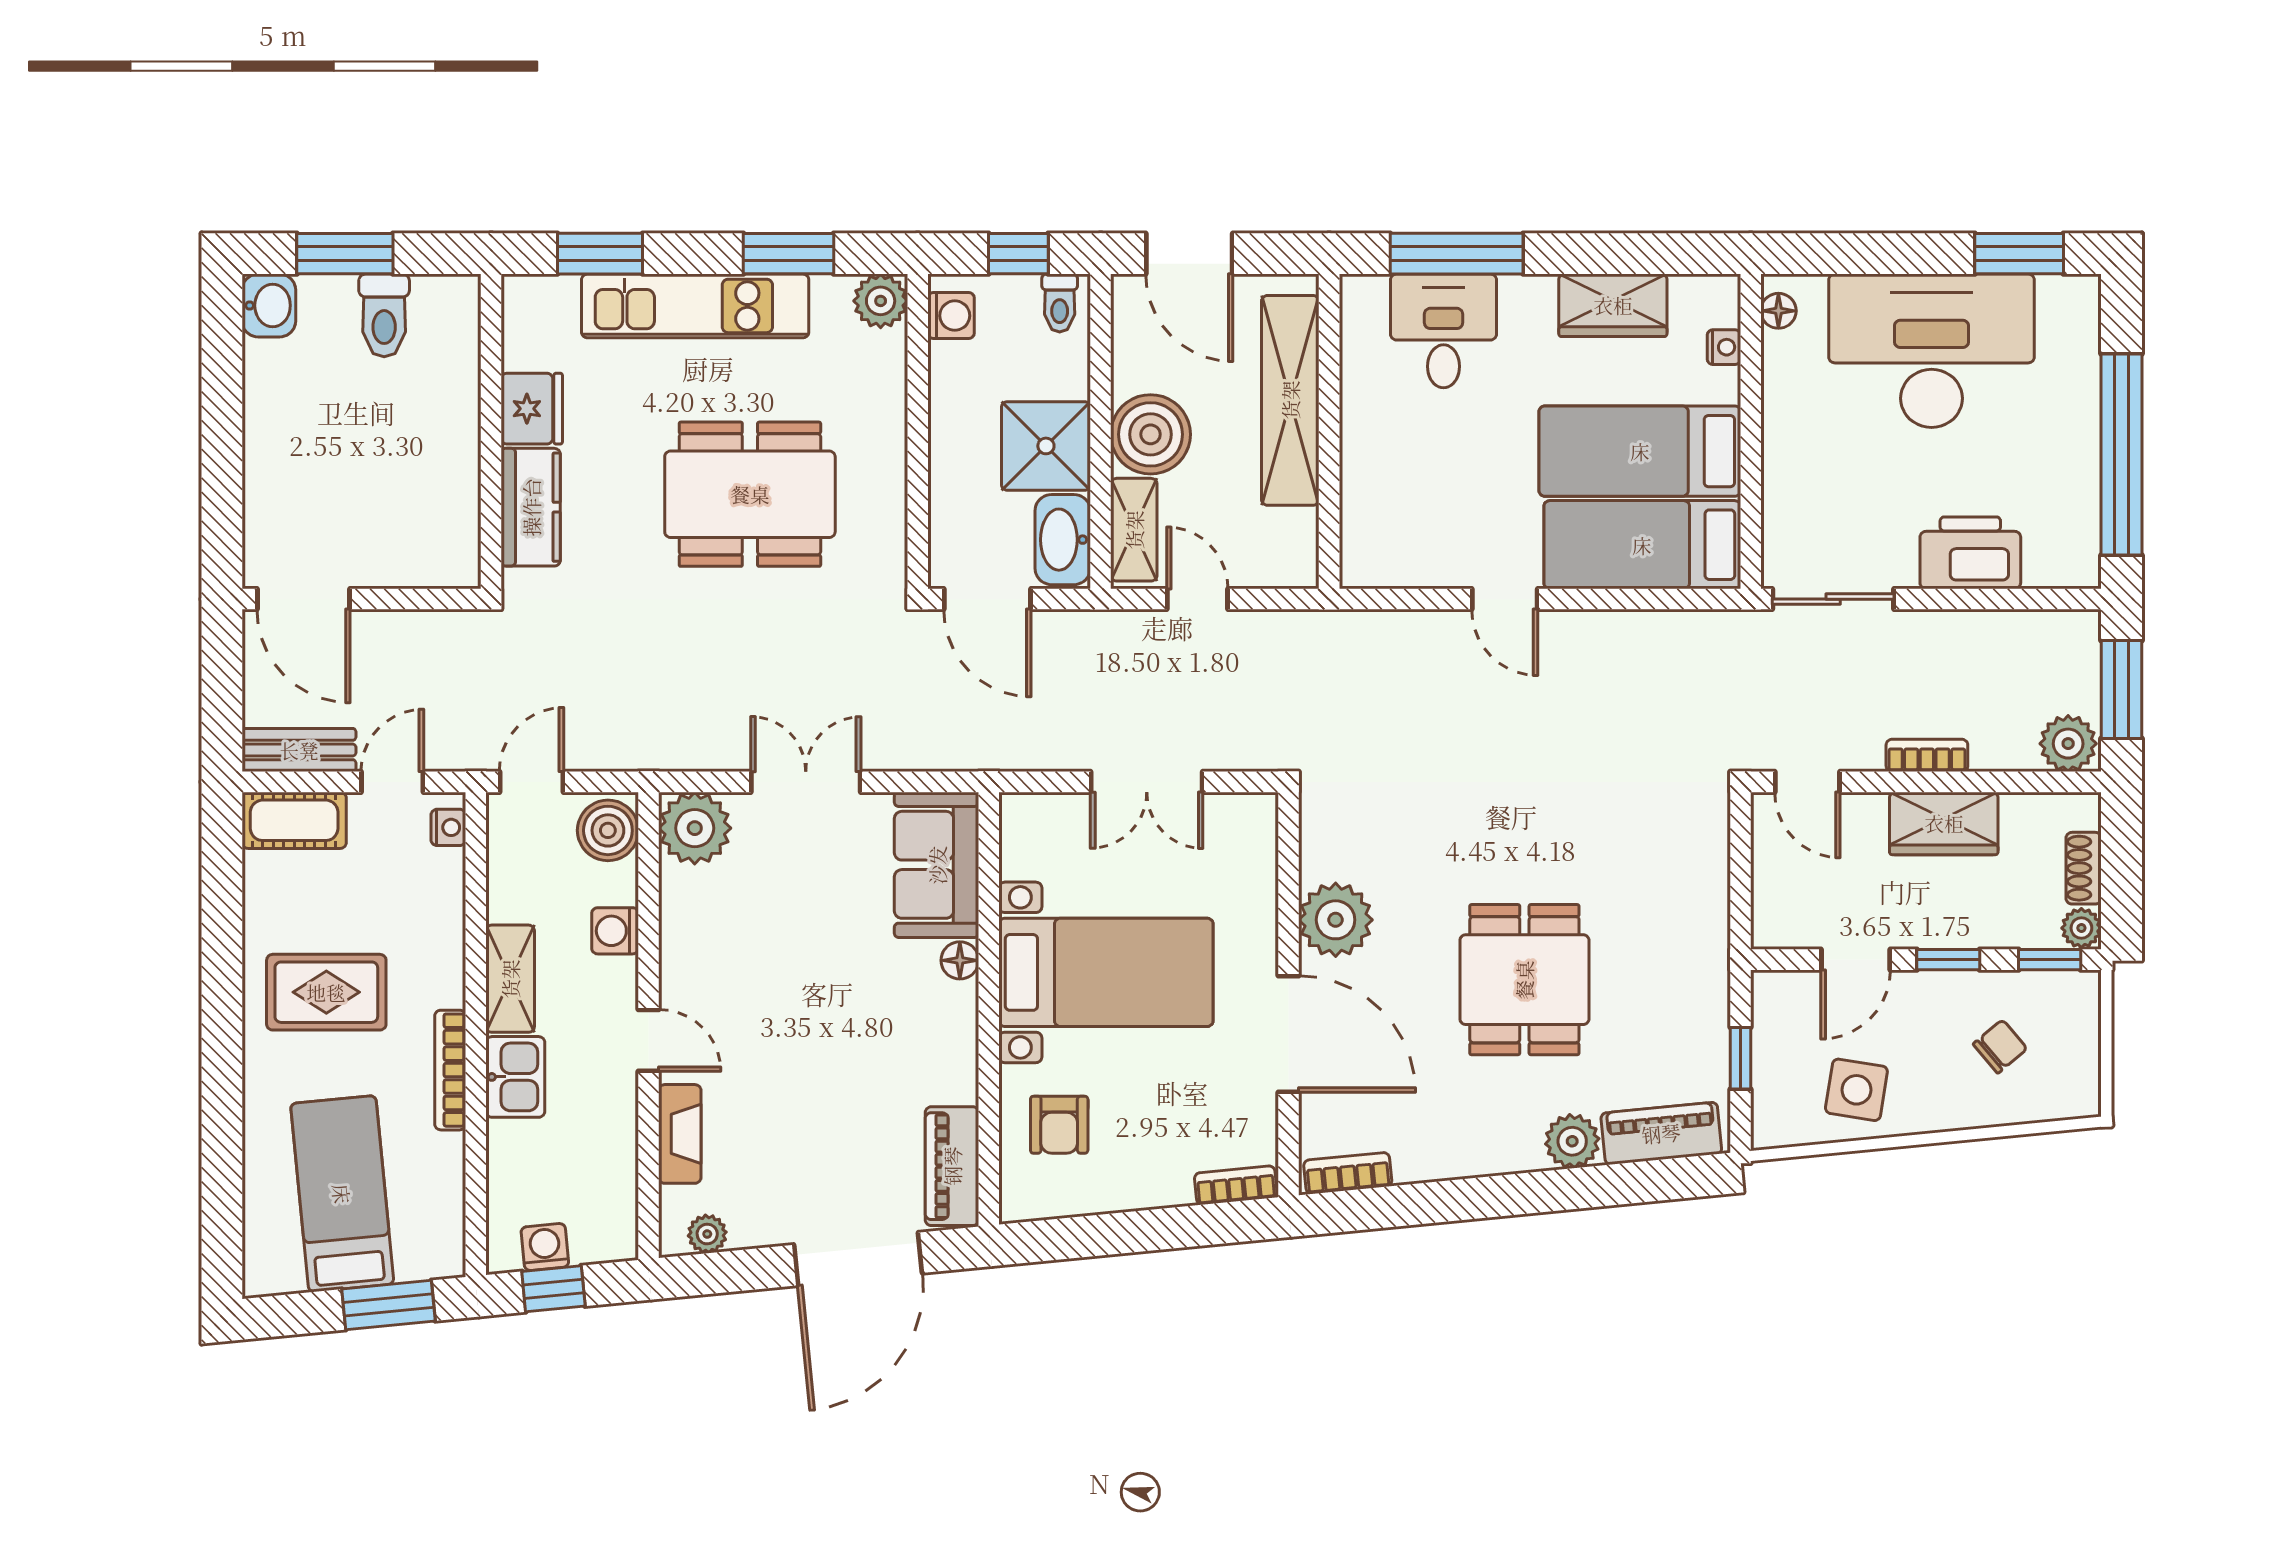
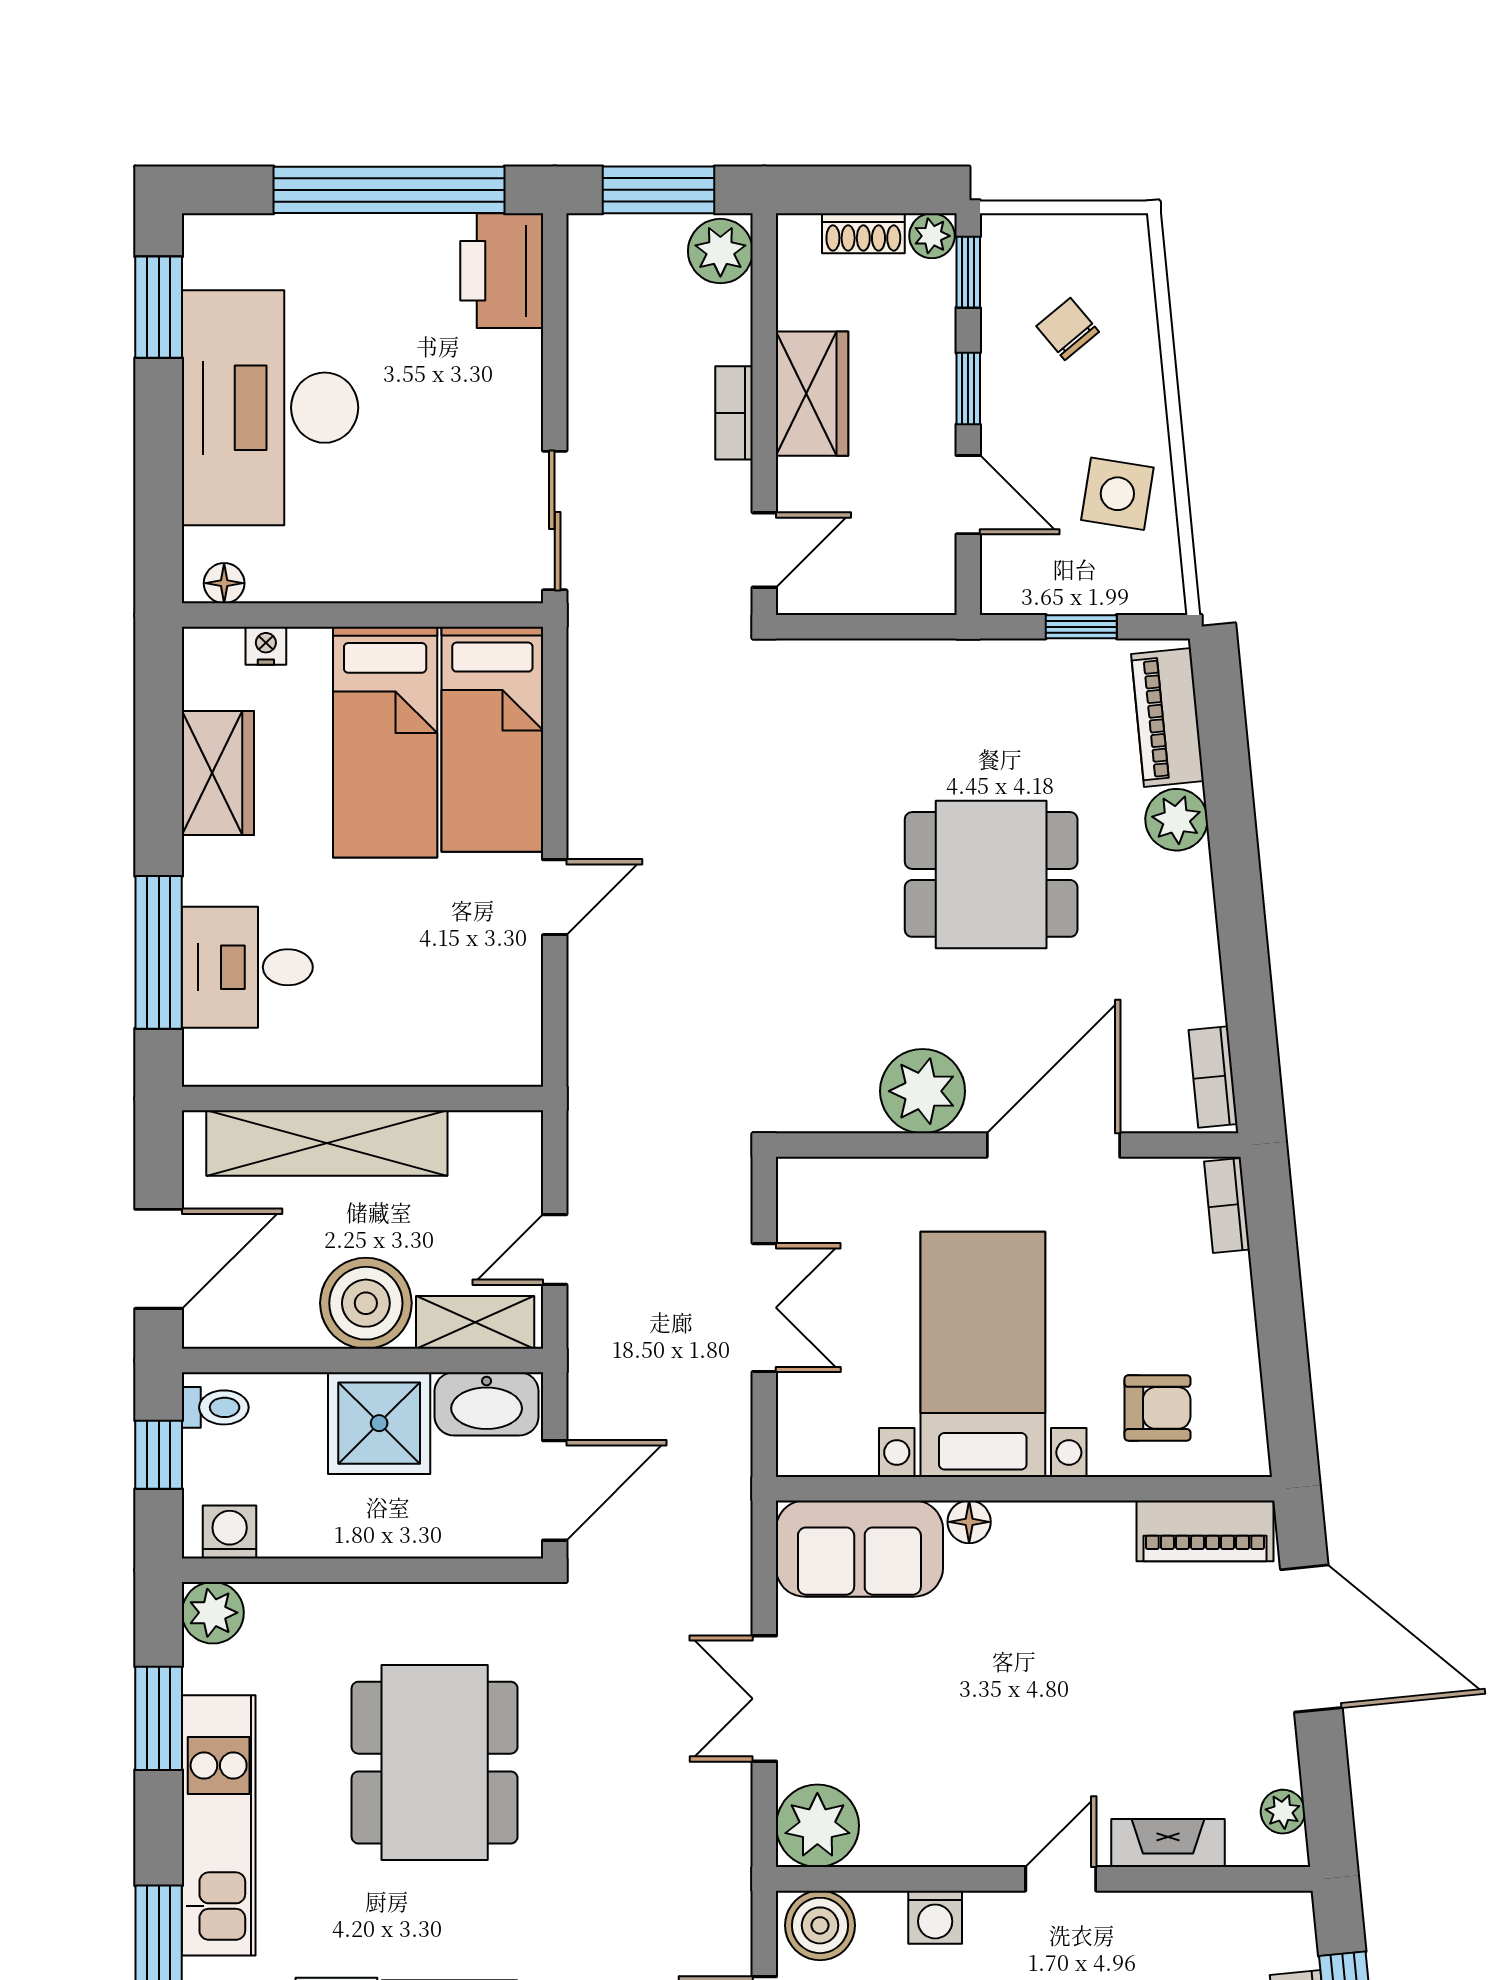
printer: (1970, 553) -> (502, 271), moved

